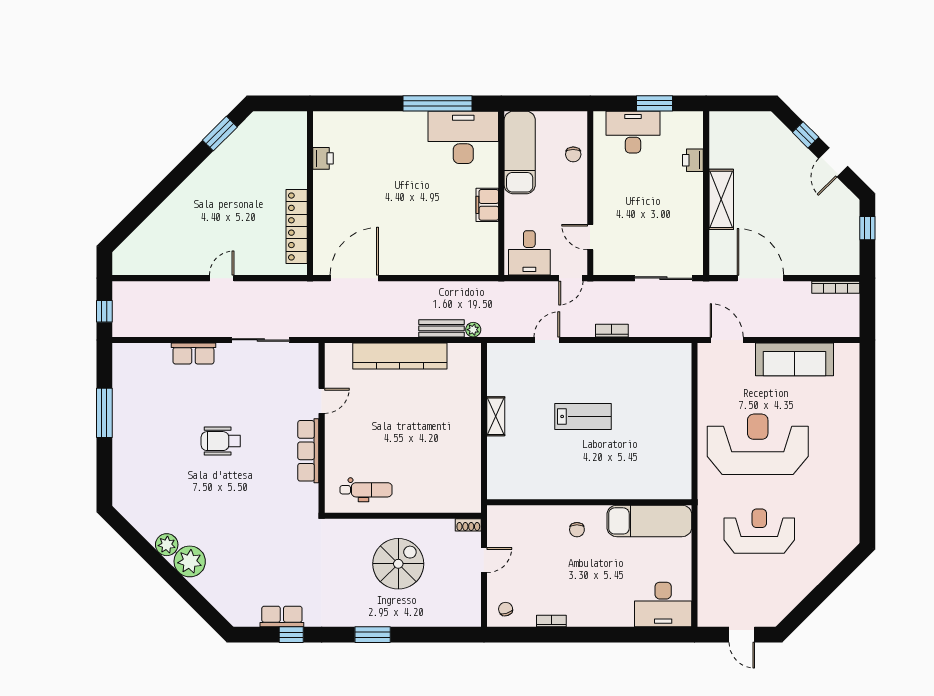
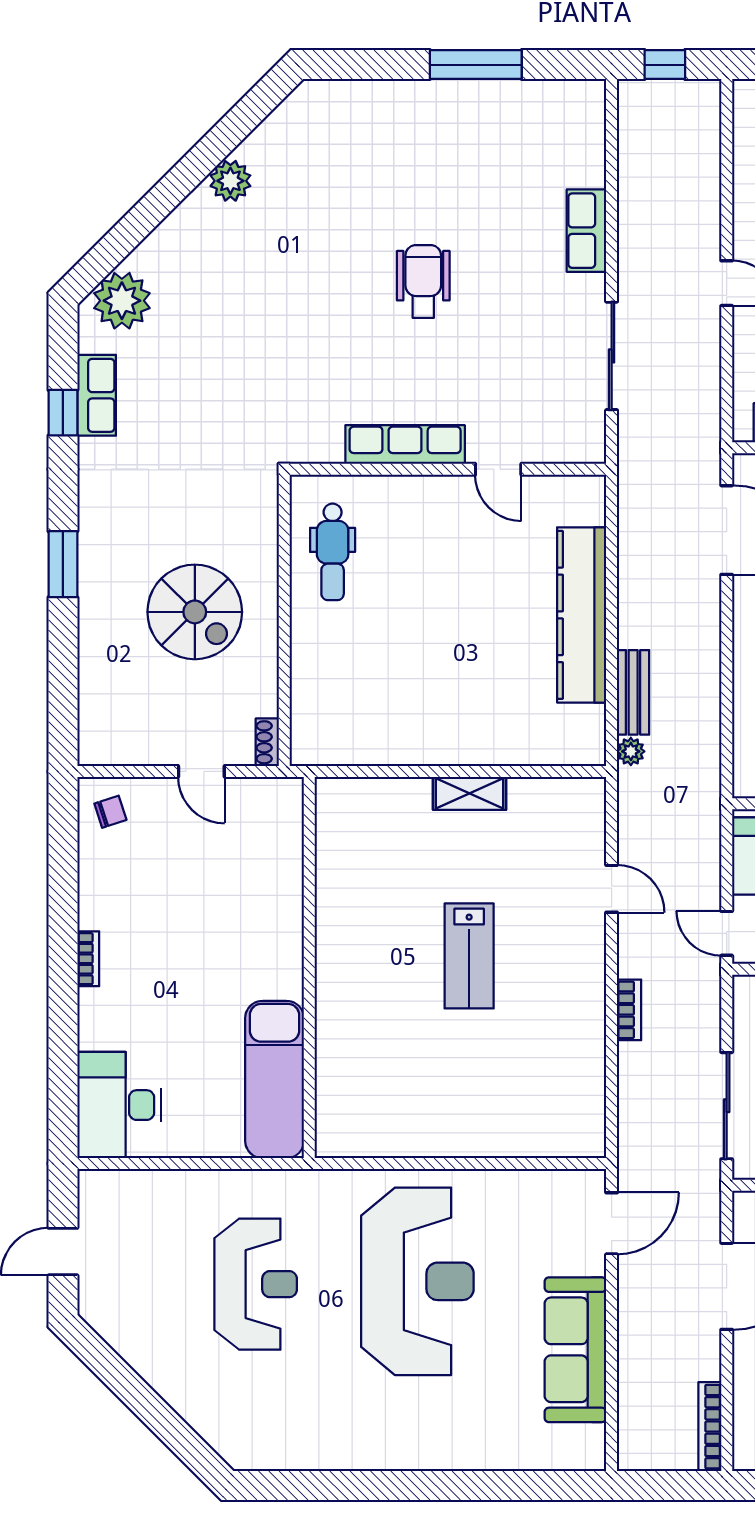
chair: (577, 530) -> (258, 945), removed
plant: (190, 561) -> (122, 301), moved
bookcase: (551, 621) -> (88, 959), moved

